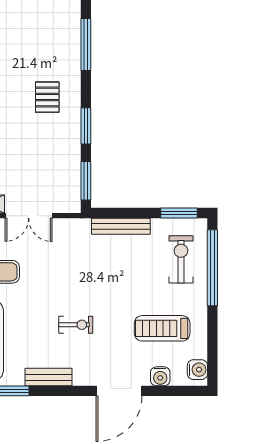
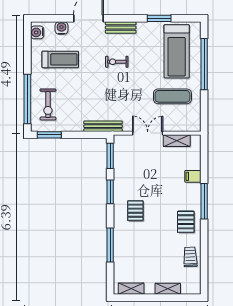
bench: (121, 226) -> (103, 126), moved
bench: (48, 377) -> (121, 28), moved

